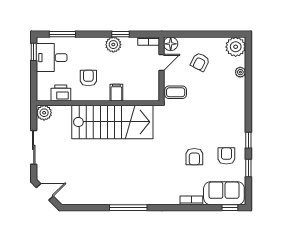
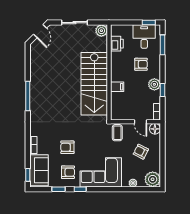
armchair: (88, 78) -> (141, 64), moved
corner sofa: (227, 114) -> (101, 172), added

